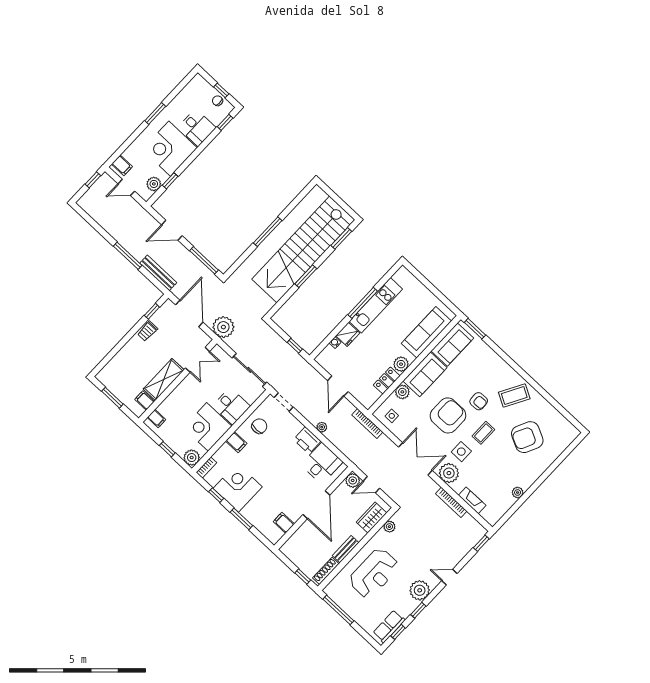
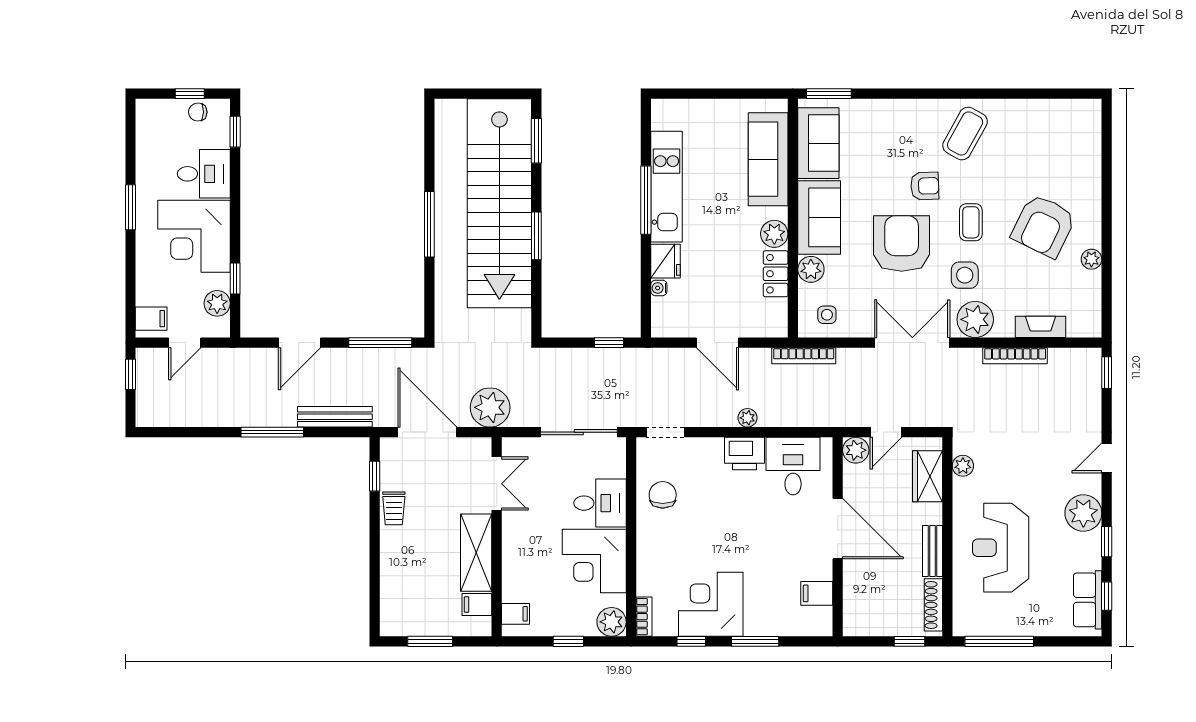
armchair: (527, 437) -> (1044, 226), moved
filing cabinet: (236, 442) -> (652, 545), removed
reception desk: (374, 573) -> (1001, 548), turned 180

